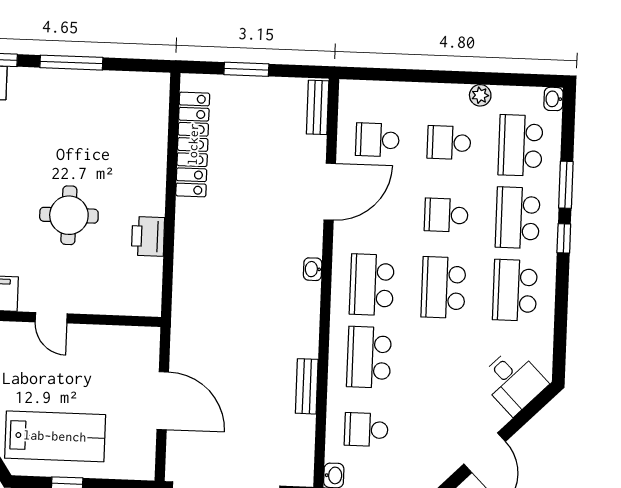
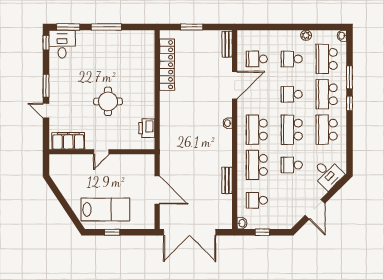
printer: (148, 236) -> (147, 128), moved
door: (51, 318) -> (101, 152), hinge flipped
school desk: (441, 360) -> (292, 165), added

